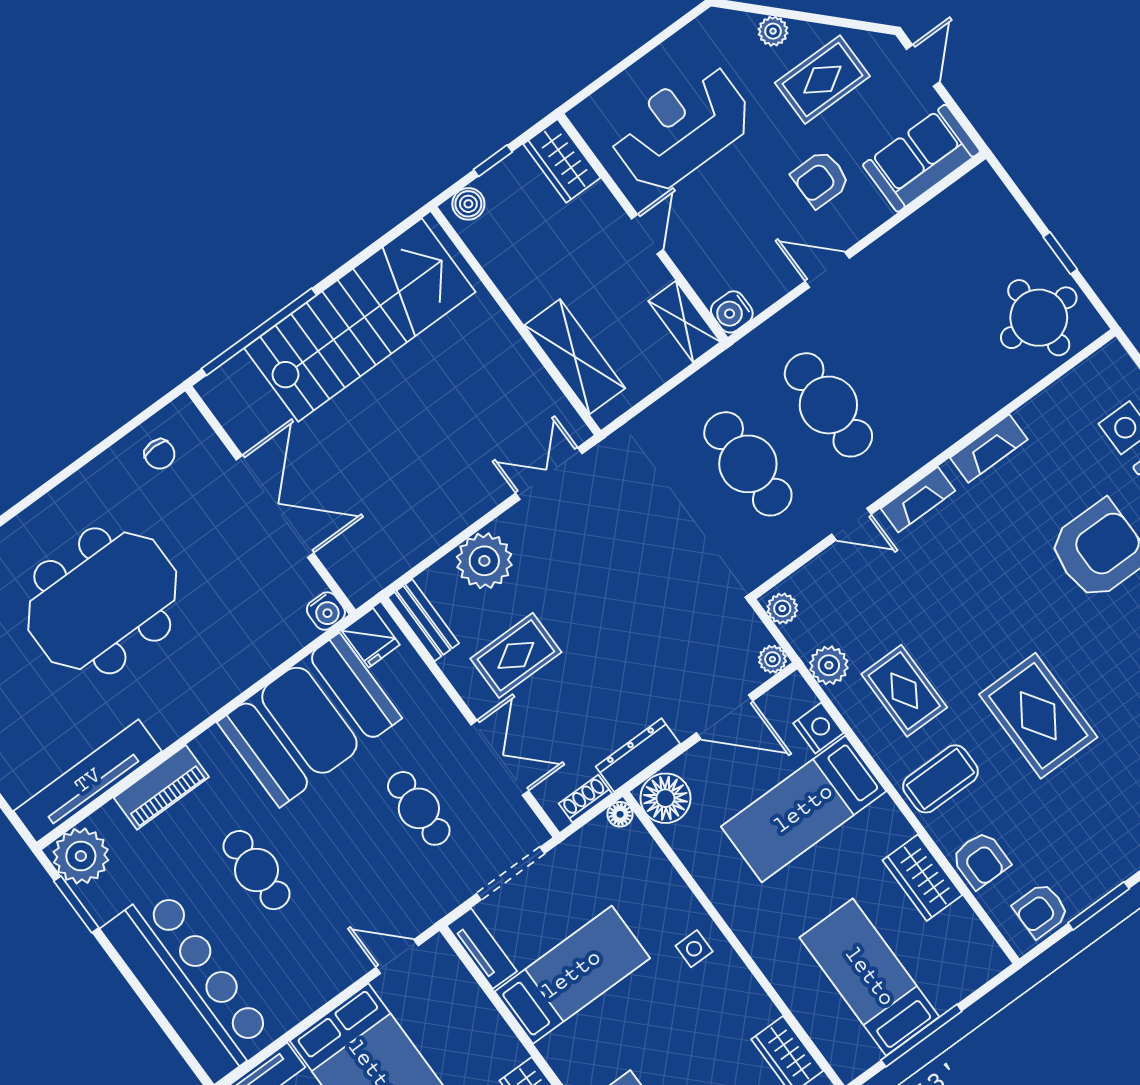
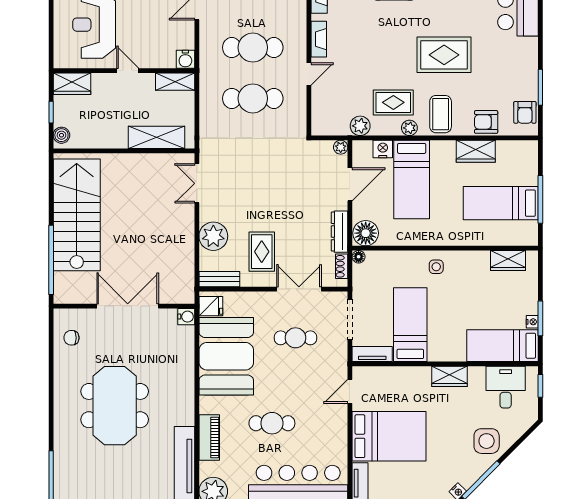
chair: (160, 454) -> (71, 338), turned 180
plant: (782, 608) -> (409, 128), moved
armchair: (981, 860) -> (486, 122), turned 180

